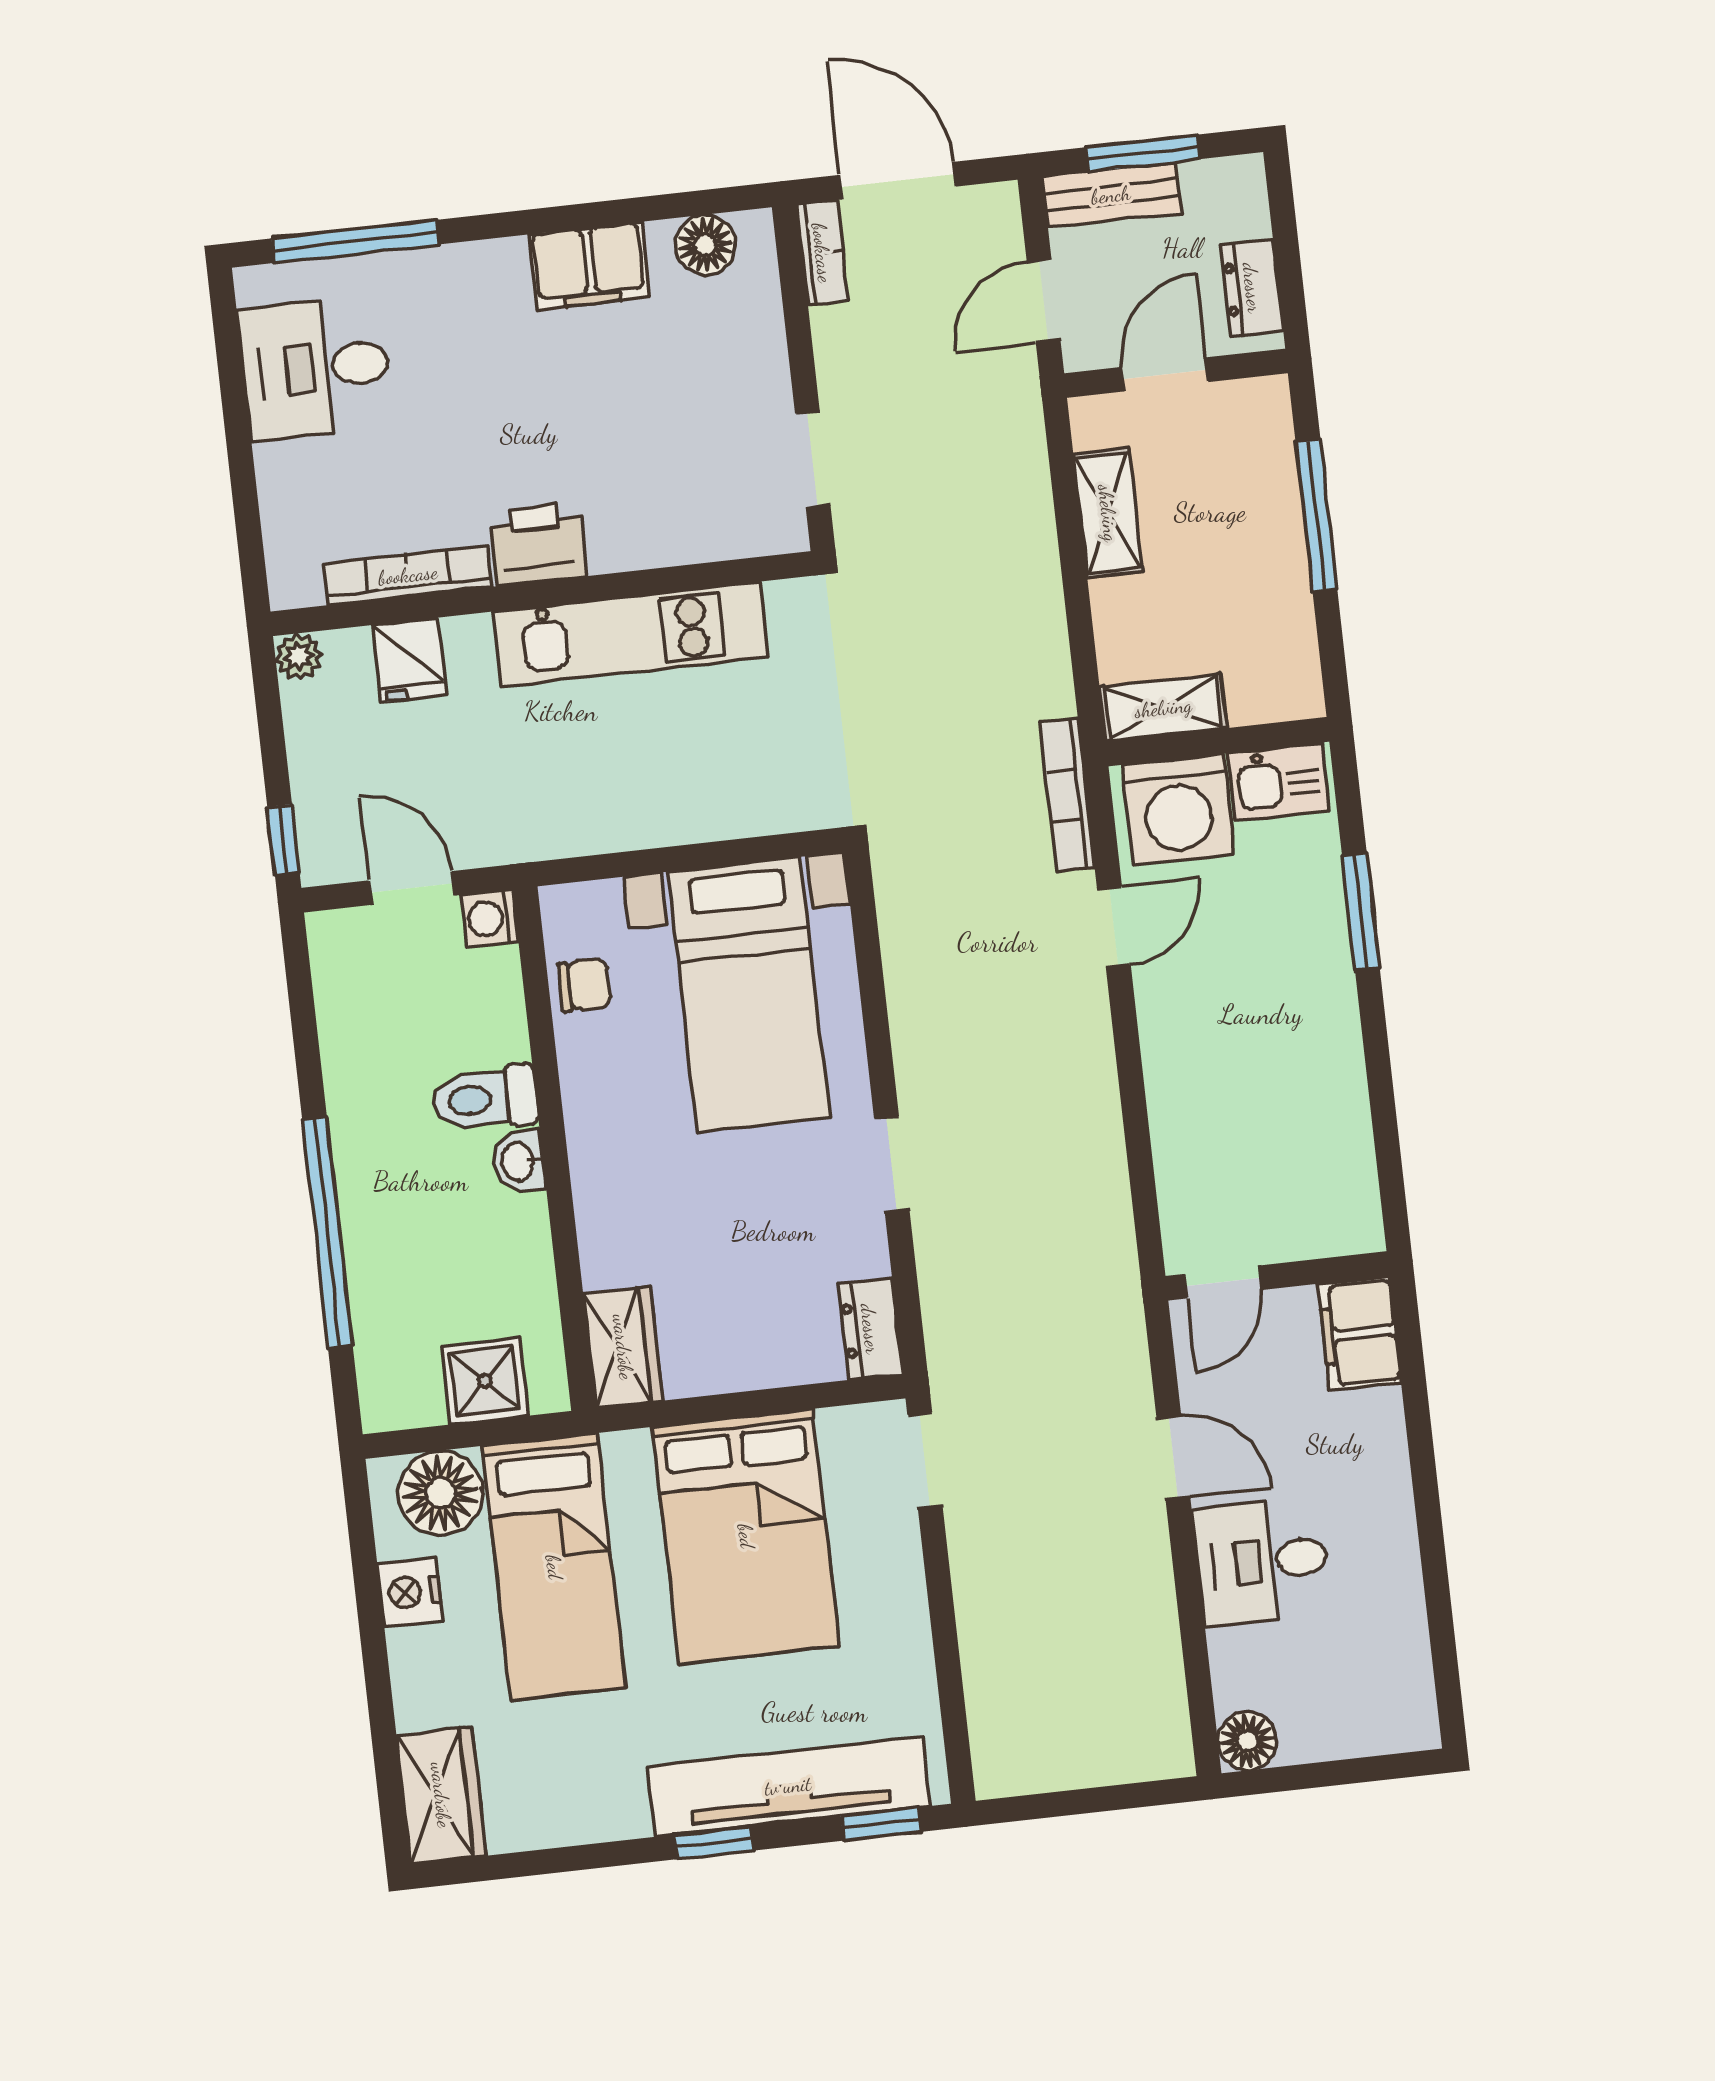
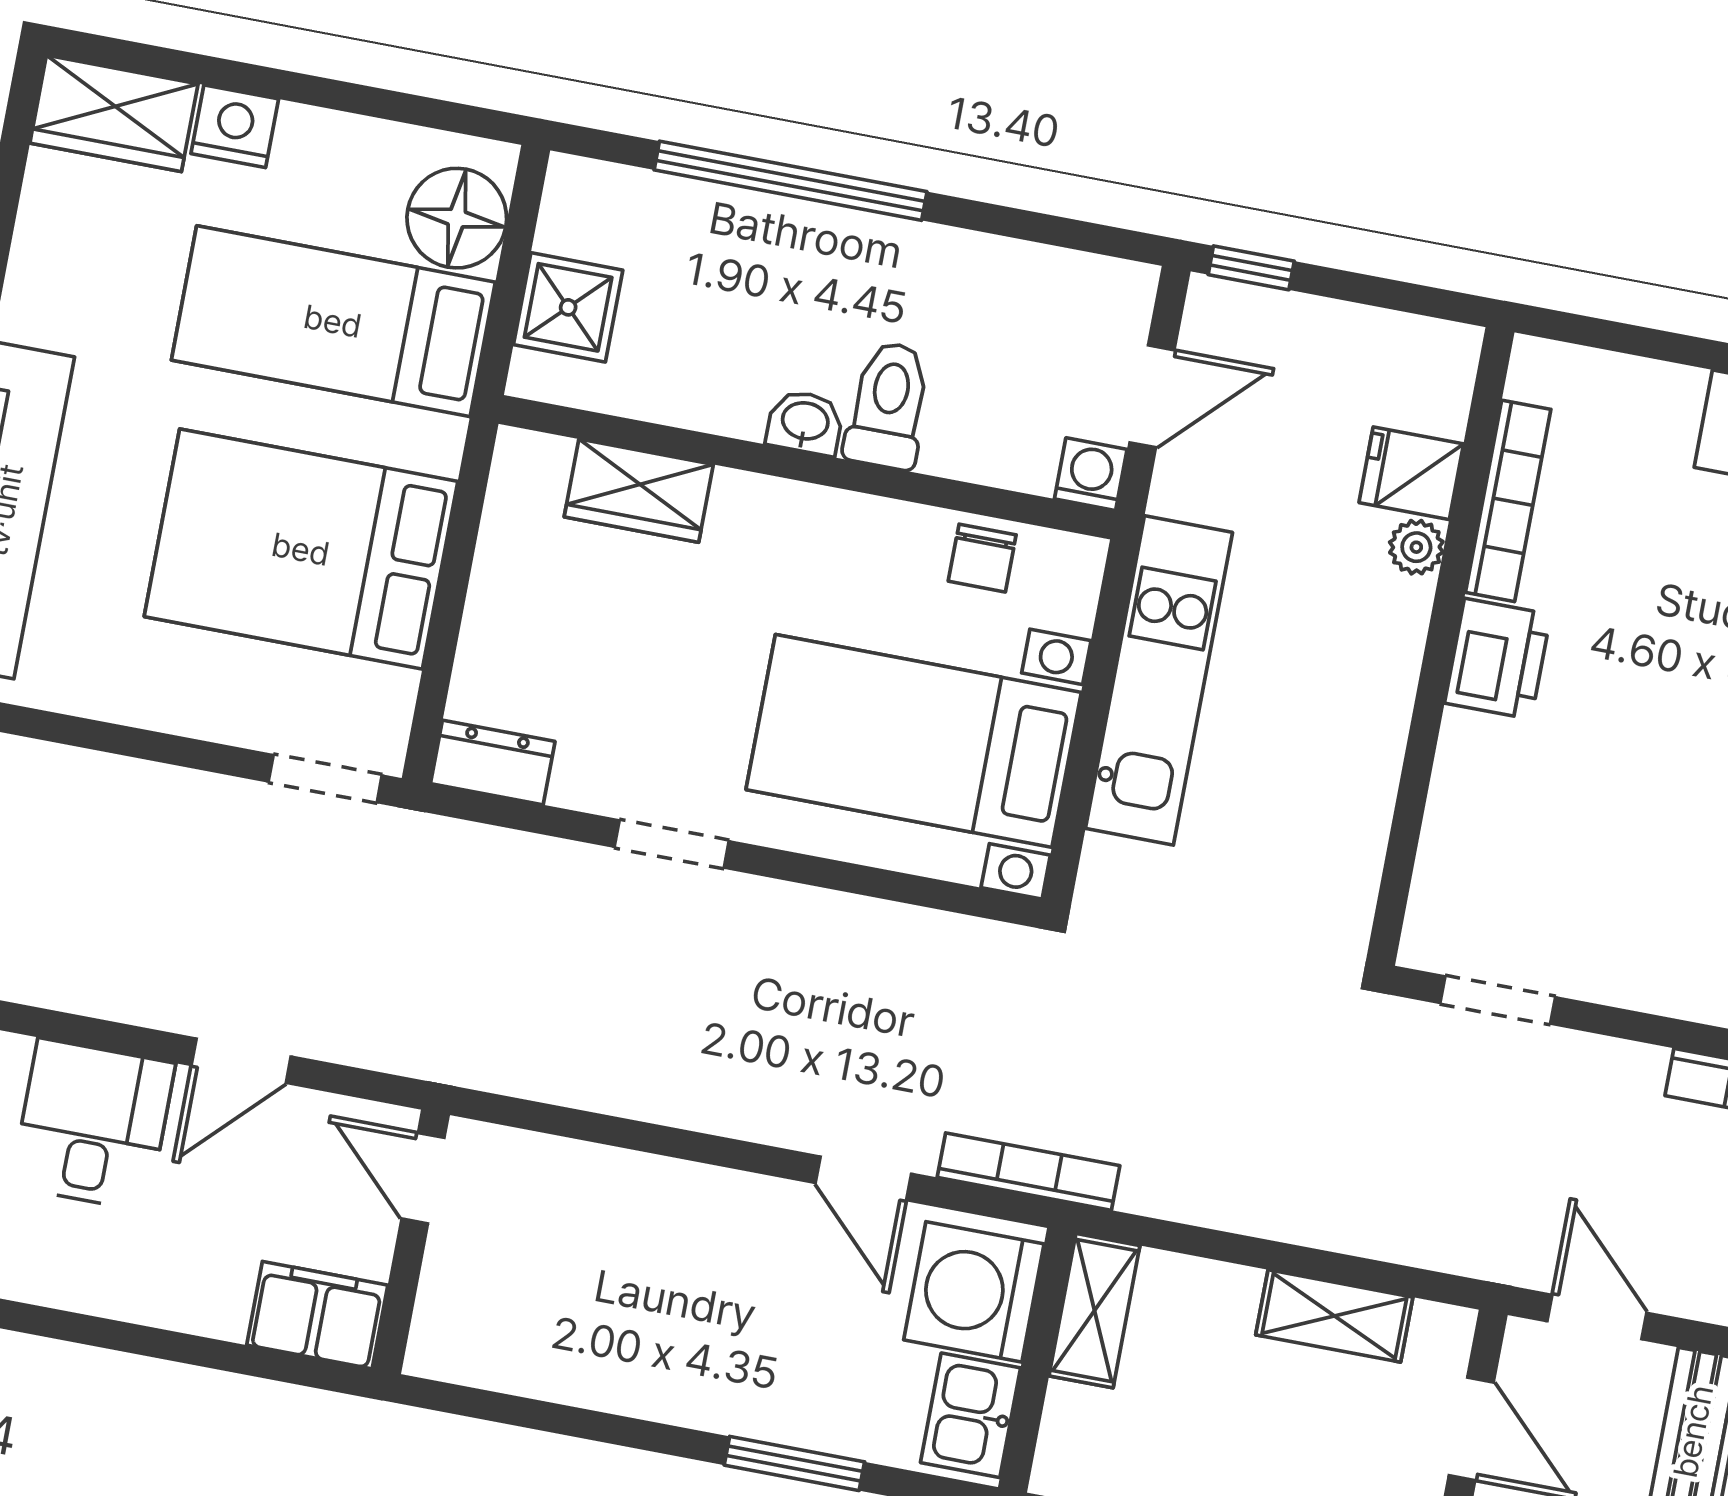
kitchen unit: (631, 634) -> (1159, 680), moved, turned 180
plant: (298, 656) -> (1416, 547), moved
wardrobe: (623, 1347) -> (639, 491), moved
nightstand: (410, 1592) -> (235, 126), moved

